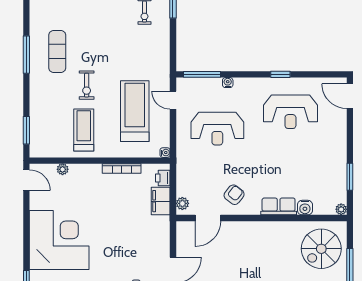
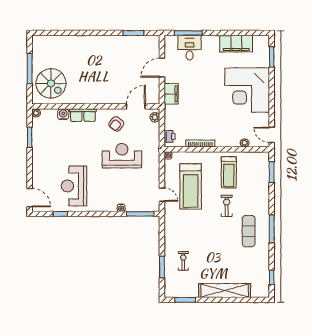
window: (280, 74) -> (60, 214), moved
reception desk: (290, 112) -> (74, 186), turned -90
reception desk: (217, 129) -> (122, 156), moved
filing cabinet: (161, 201) -> (171, 94), moved
spiral stairs: (321, 249) -> (51, 83), turned 90

